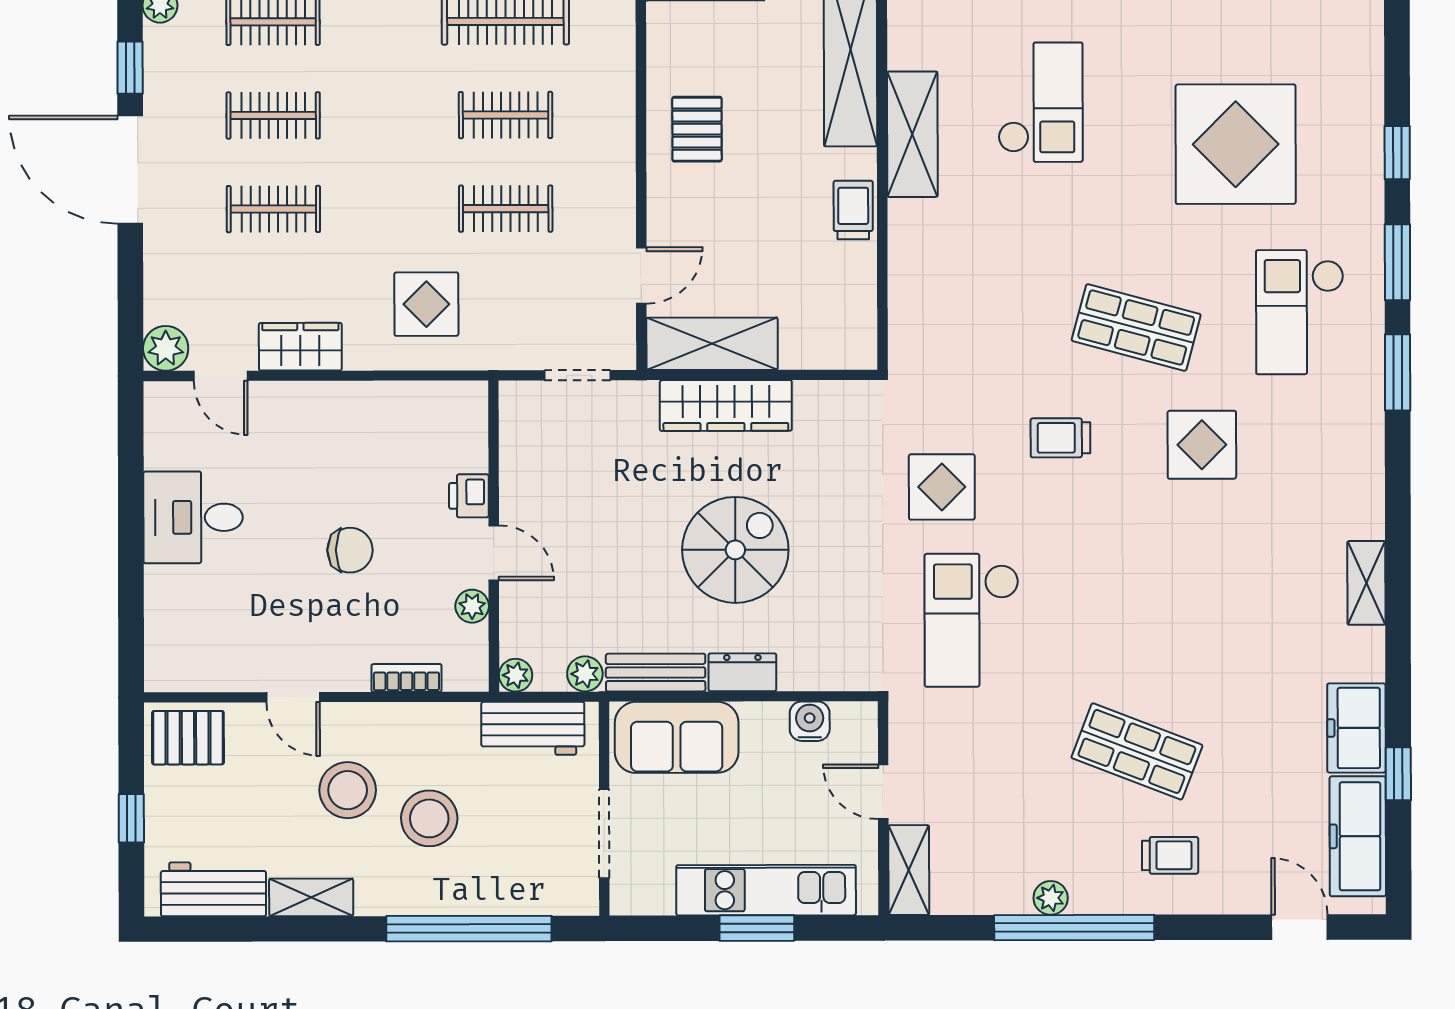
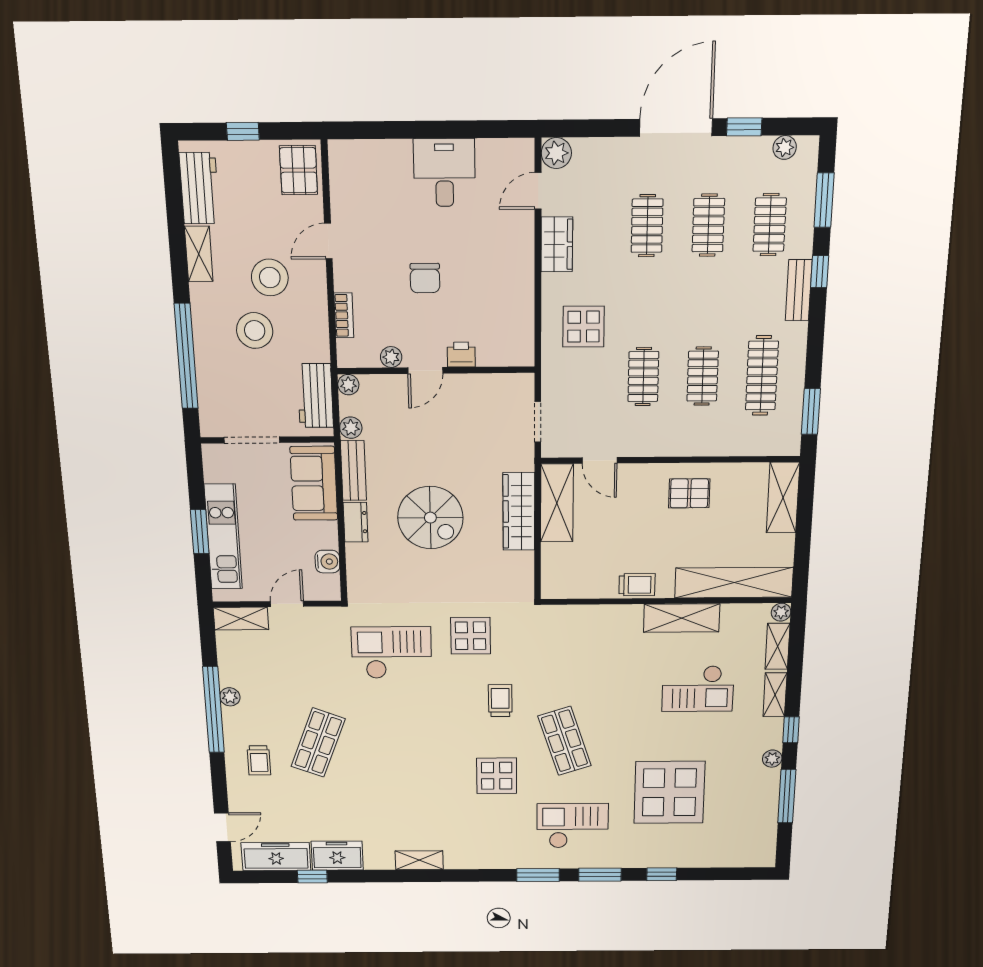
shop shelf: (1136, 328) -> (565, 741), turned -33

